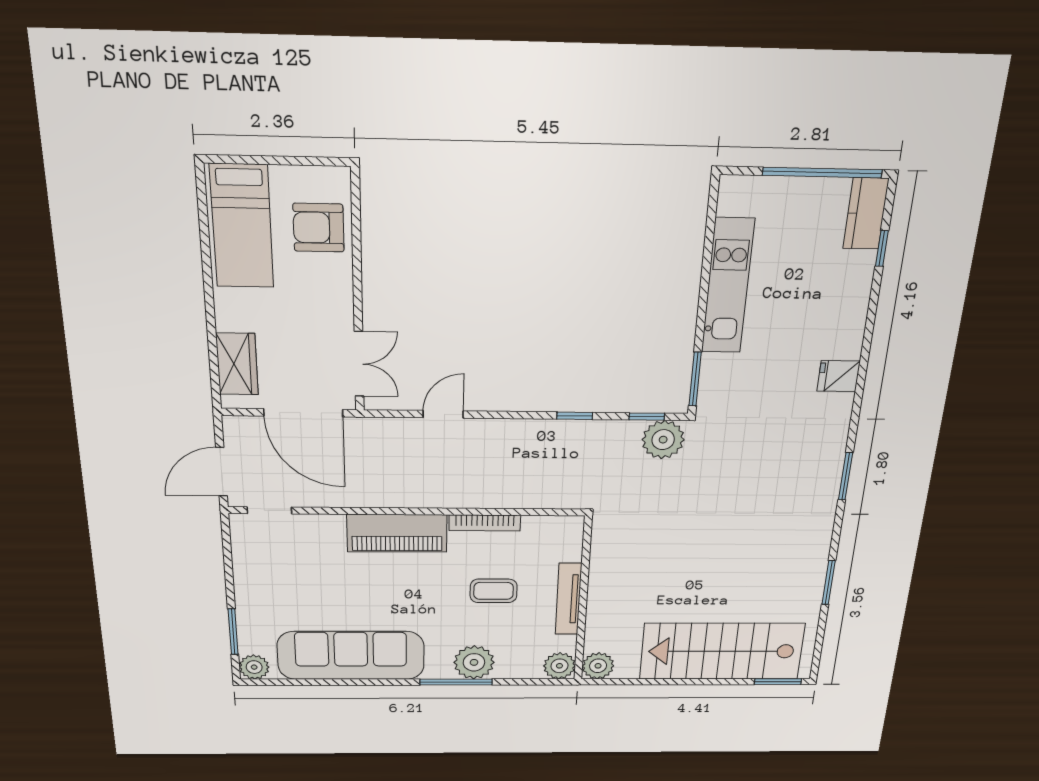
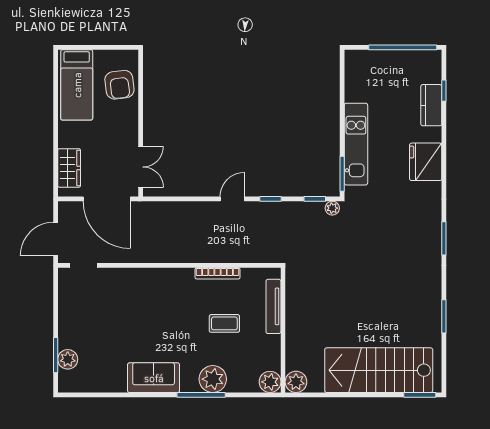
kitchen counter: (866, 213) -> (431, 105), moved
armchair: (319, 228) -> (119, 85), turned -97
kitchen unit: (728, 286) -> (356, 144), moved
fridge: (839, 376) -> (426, 162), width x1.88, depth x1.34
door: (443, 414) -> (232, 199), moved
plant: (663, 440) -> (332, 208), width x0.53, depth x0.53
piano: (397, 533) -> (162, 281), removed
tv unit: (568, 599) -> (273, 306), moved
sofa: (351, 655) -> (154, 378), width x0.54, depth x0.79
plant: (254, 667) -> (68, 359), moved

